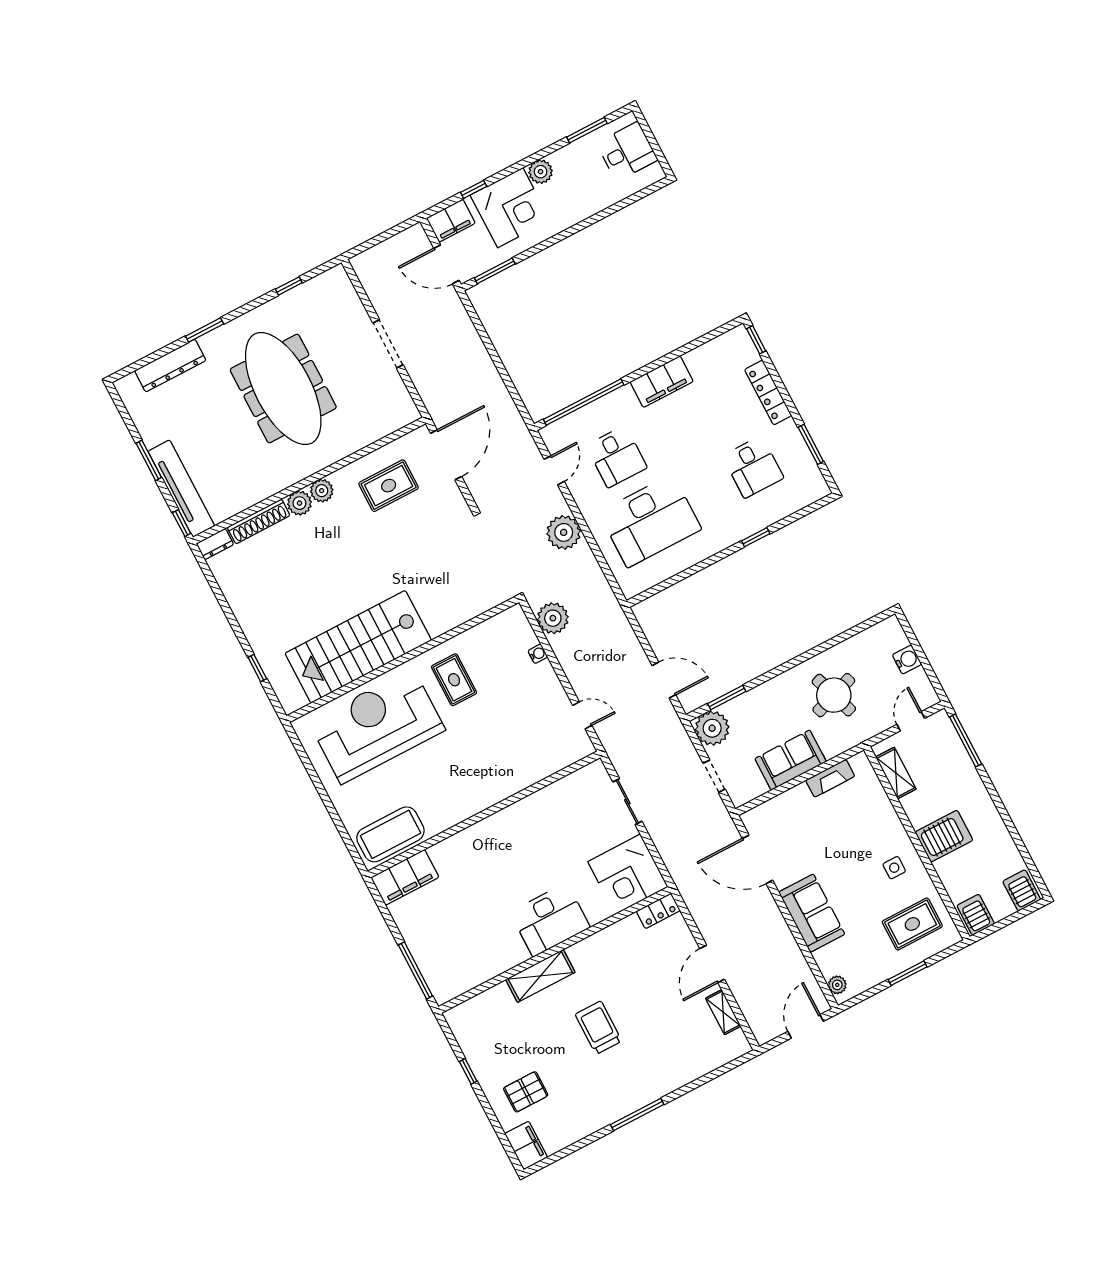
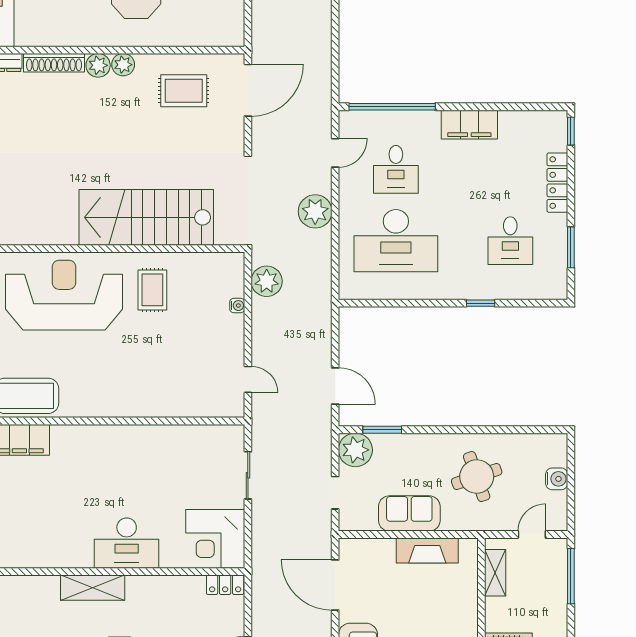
stairs: (358, 647) -> (146, 217), moved
fireplace: (830, 778) -> (427, 550), width x1.37, depth x1.32

